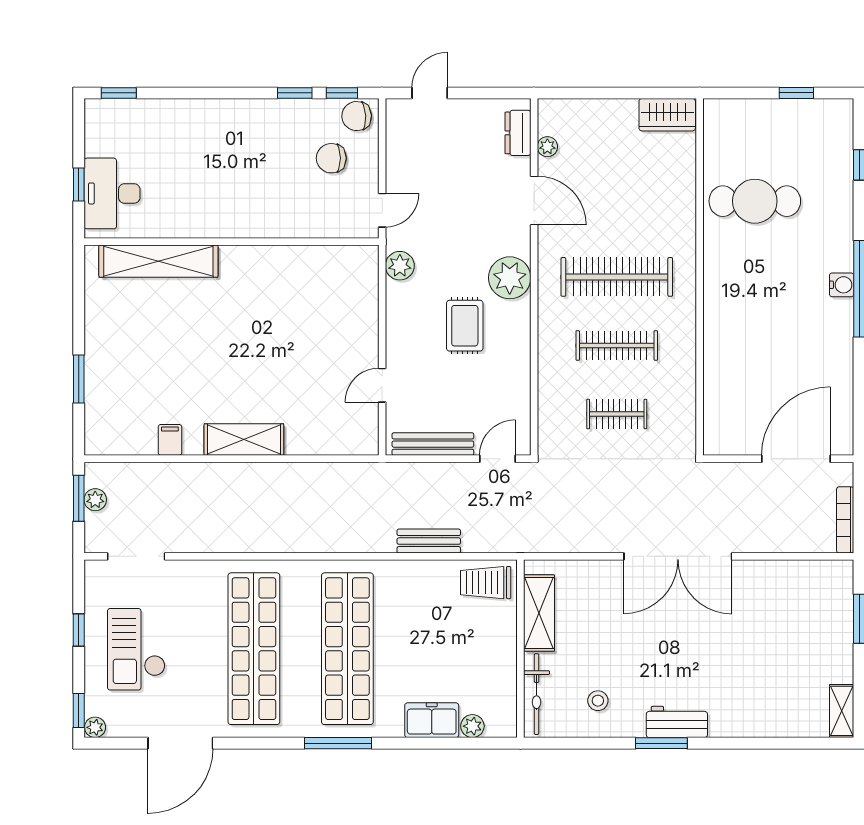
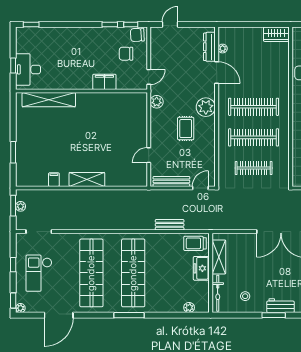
dresser: (518, 133) -> (209, 47), width x1.44
filing cabinet: (283, 221) -> (104, 82), added
clothes rail: (617, 345) -> (254, 137), width x1.37, depth x1.31
clothes rail: (617, 414) -> (254, 168), width x1.36
freezer: (432, 720) -> (201, 268), moved, turned -90

